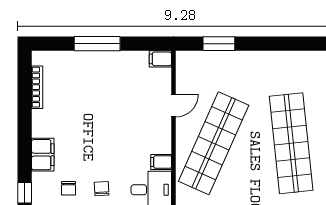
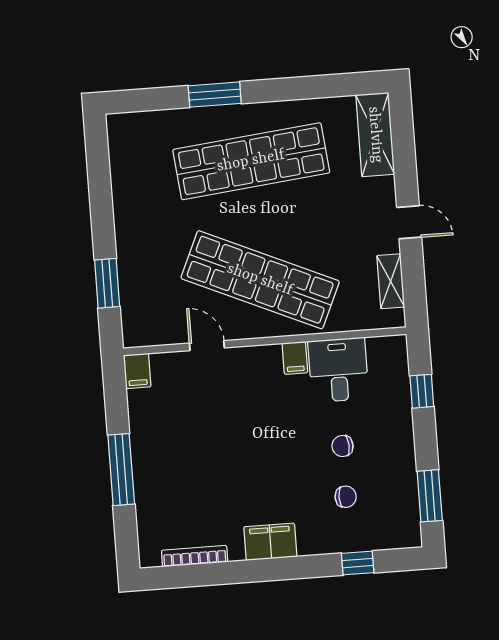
filing cabinet: (43, 155) -> (270, 542), moved

